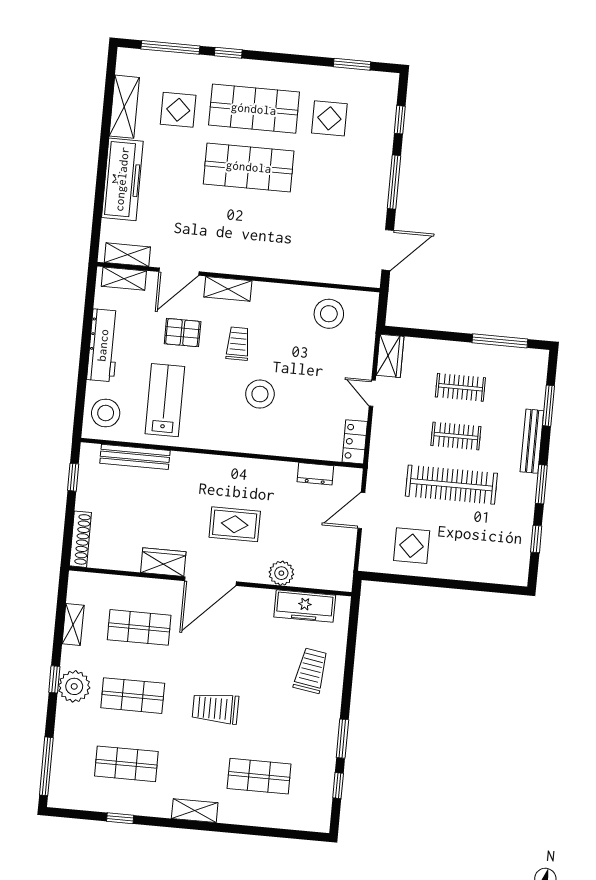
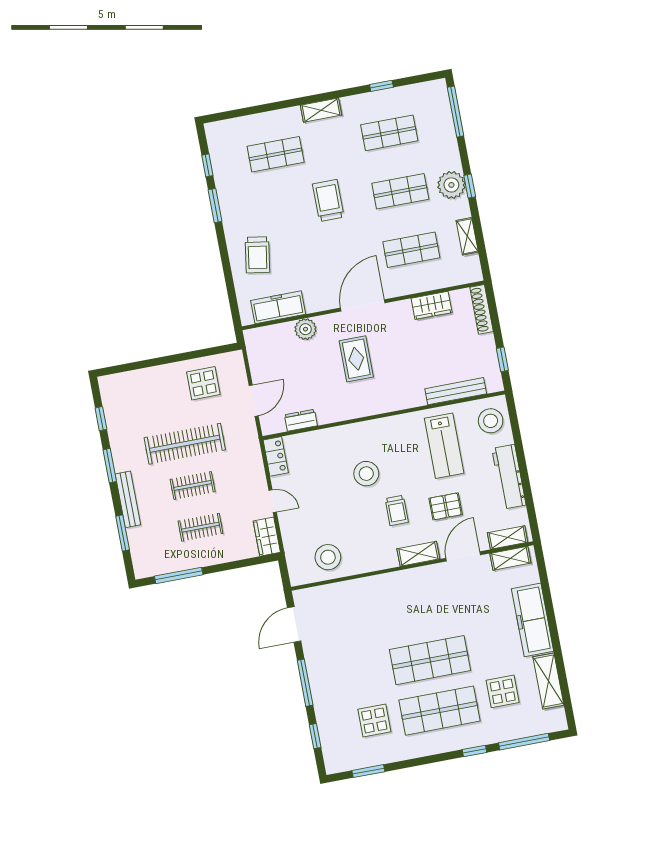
rug: (235, 524) -> (356, 359), turned 90
wardrobe: (163, 562) -> (432, 305), moved
trolley: (215, 708) -> (328, 200), turned -90

